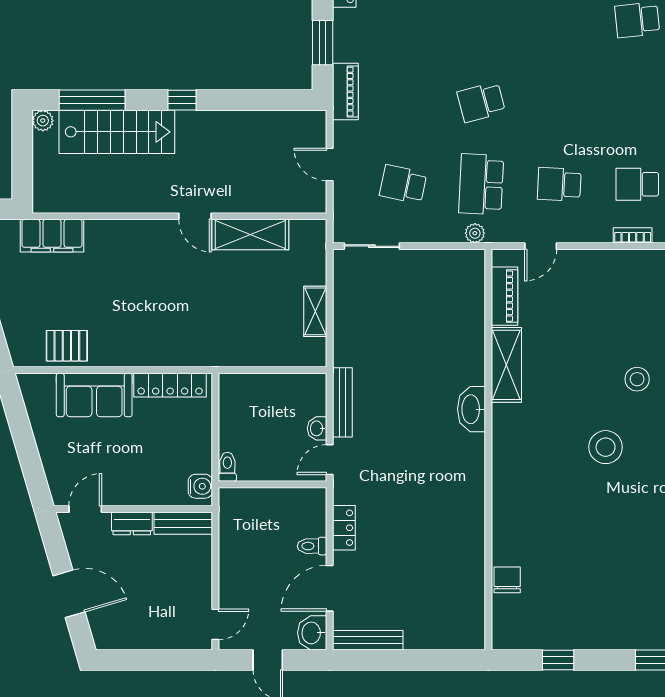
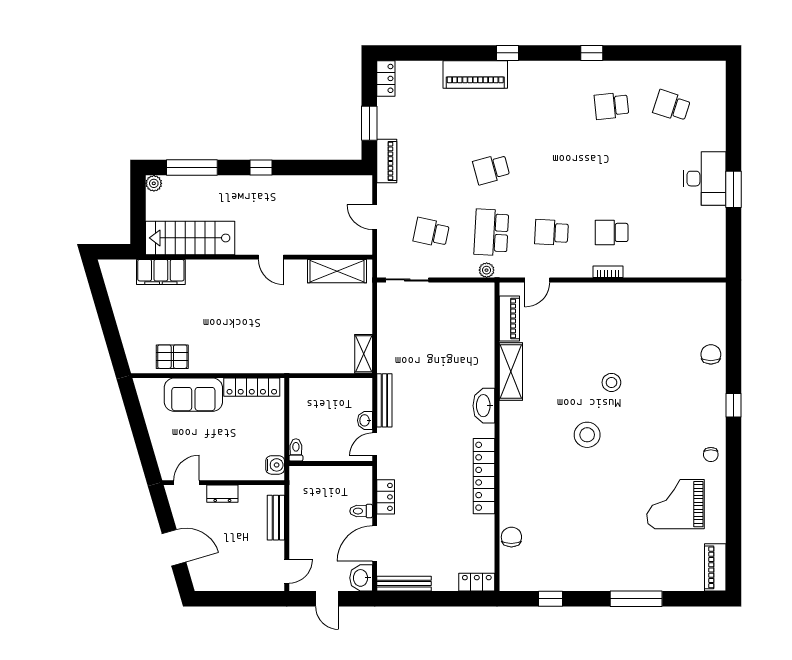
stairs: (117, 132) -> (190, 238), moved, turned 180
shelving: (250, 235) -> (337, 271), moved
shelving: (315, 311) -> (364, 354), moved
locker: (472, 501) -> (484, 476), added
bench: (183, 523) -> (276, 518), moved, turned 90
locker: (462, 638) -> (477, 582), added

